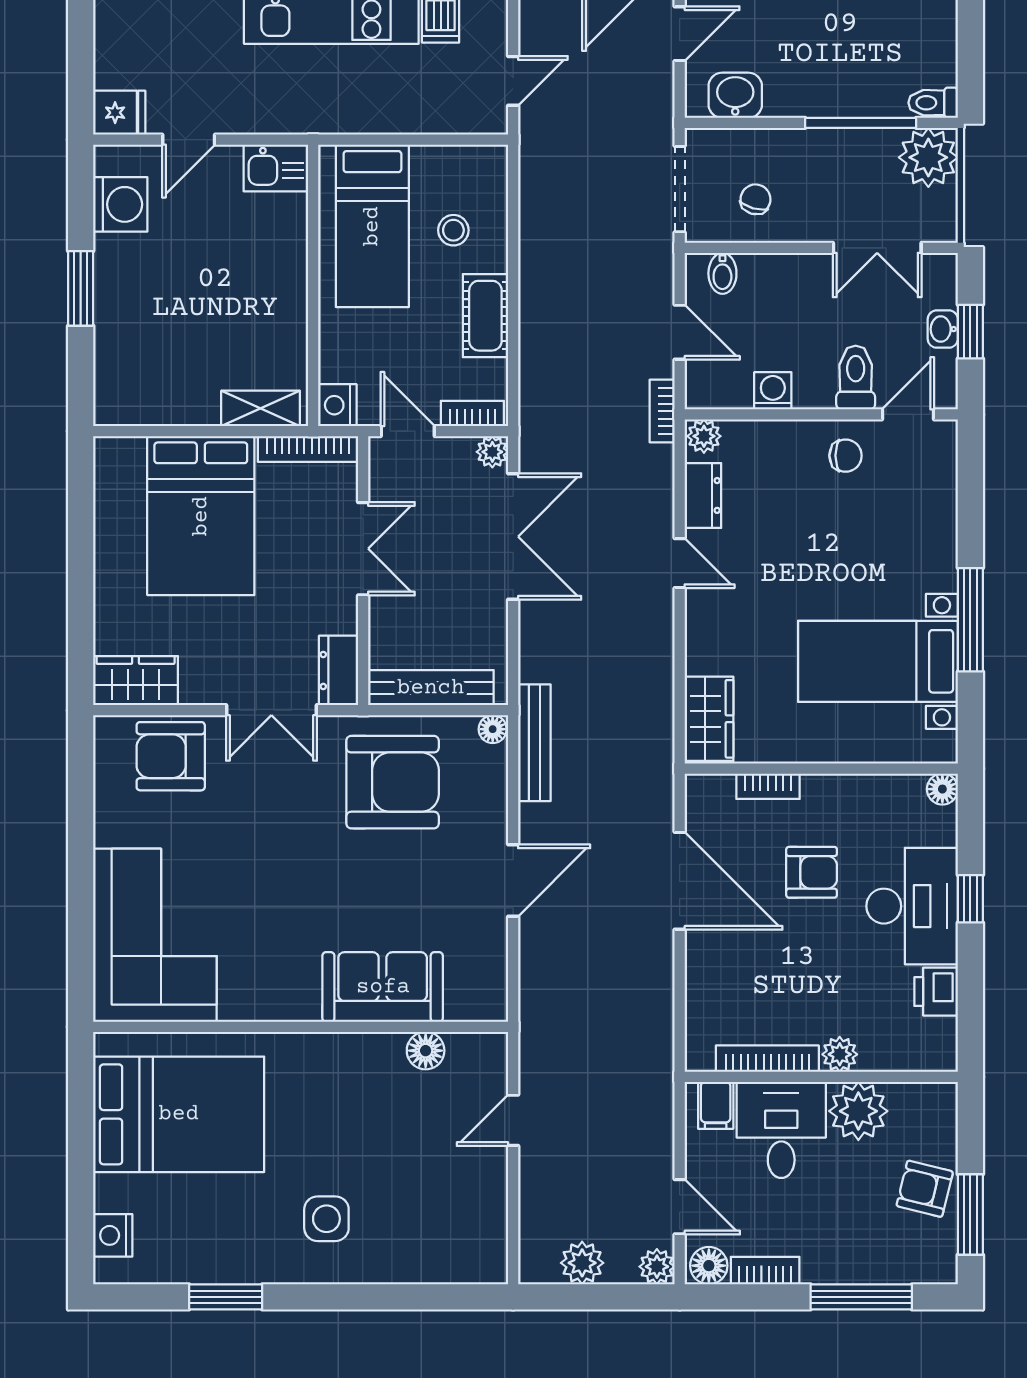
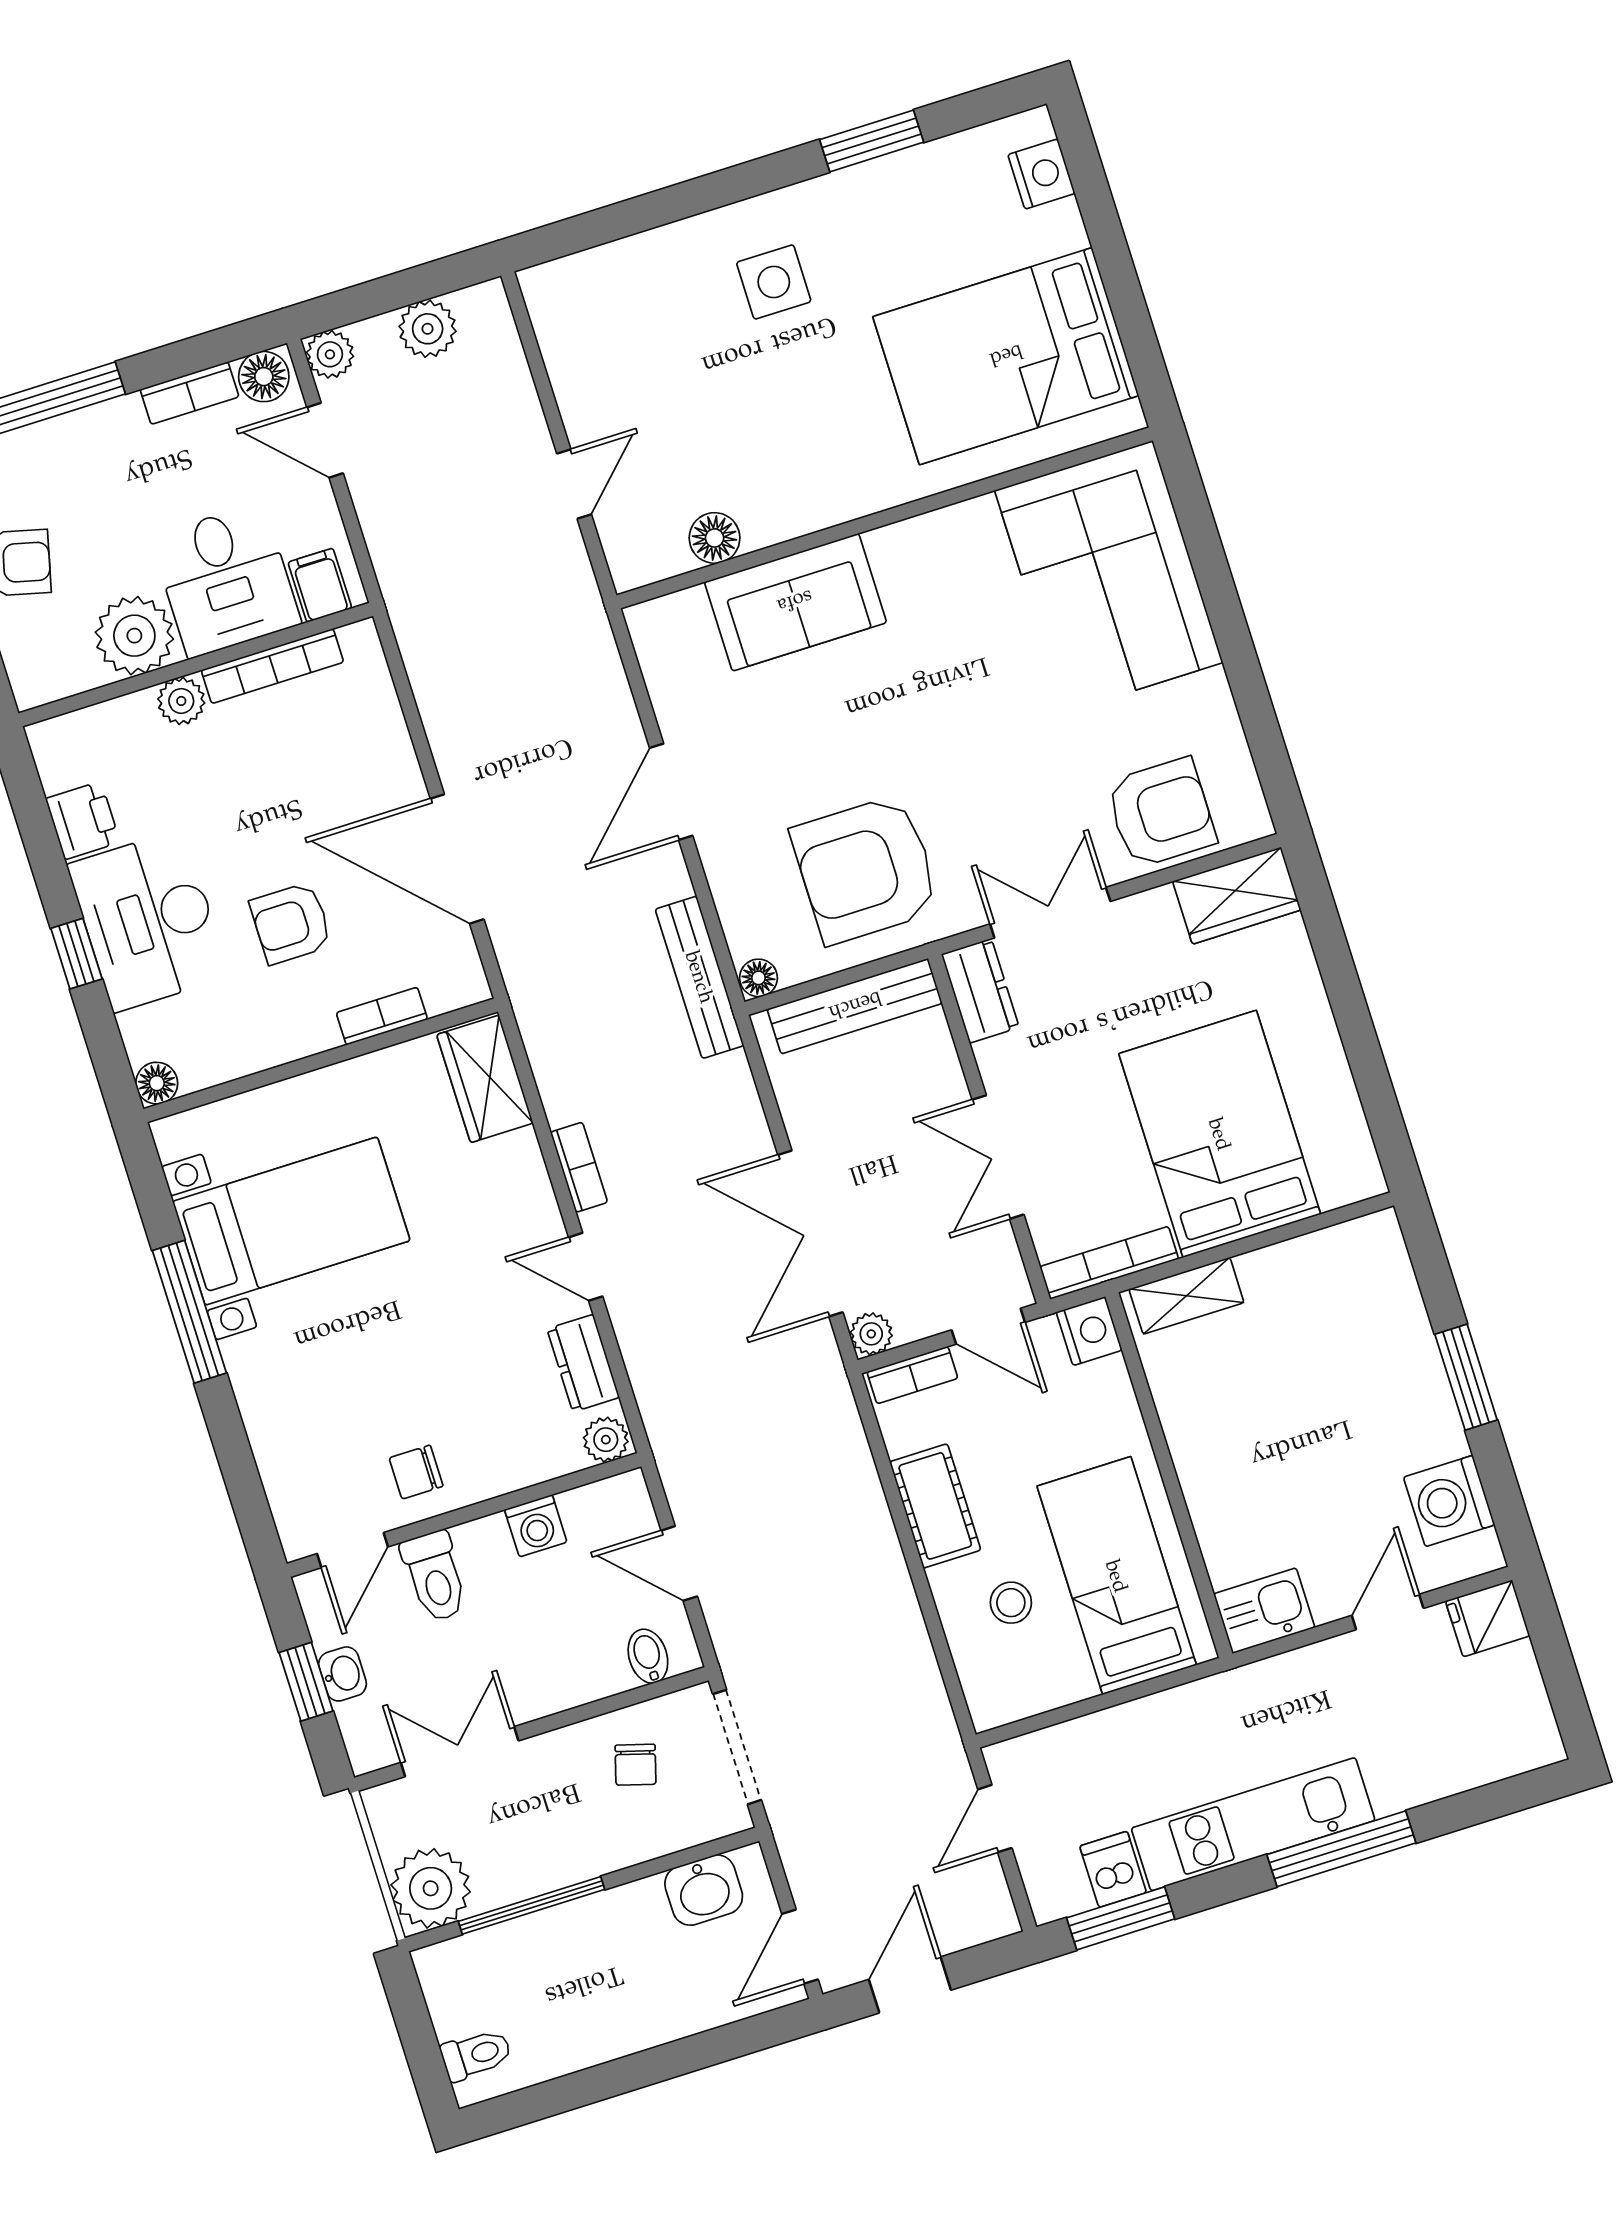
toilet: (933, 103) -> (476, 2055), moved
bookcase: (662, 411) -> (579, 1167), moved

